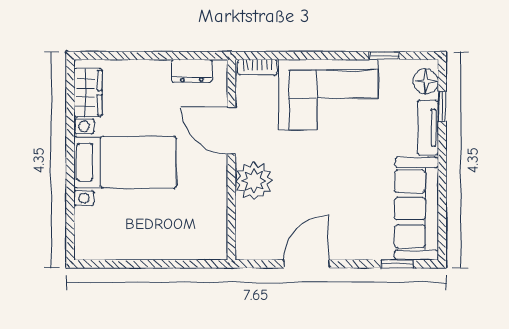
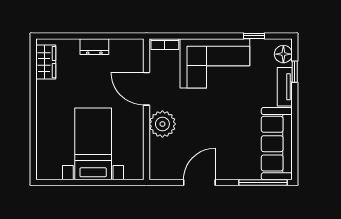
dresser: (192, 71) -> (94, 47), moved
bed with nightstands: (125, 162) -> (93, 144), moved, turned -90
window: (397, 264) -> (263, 182), width x2.17

